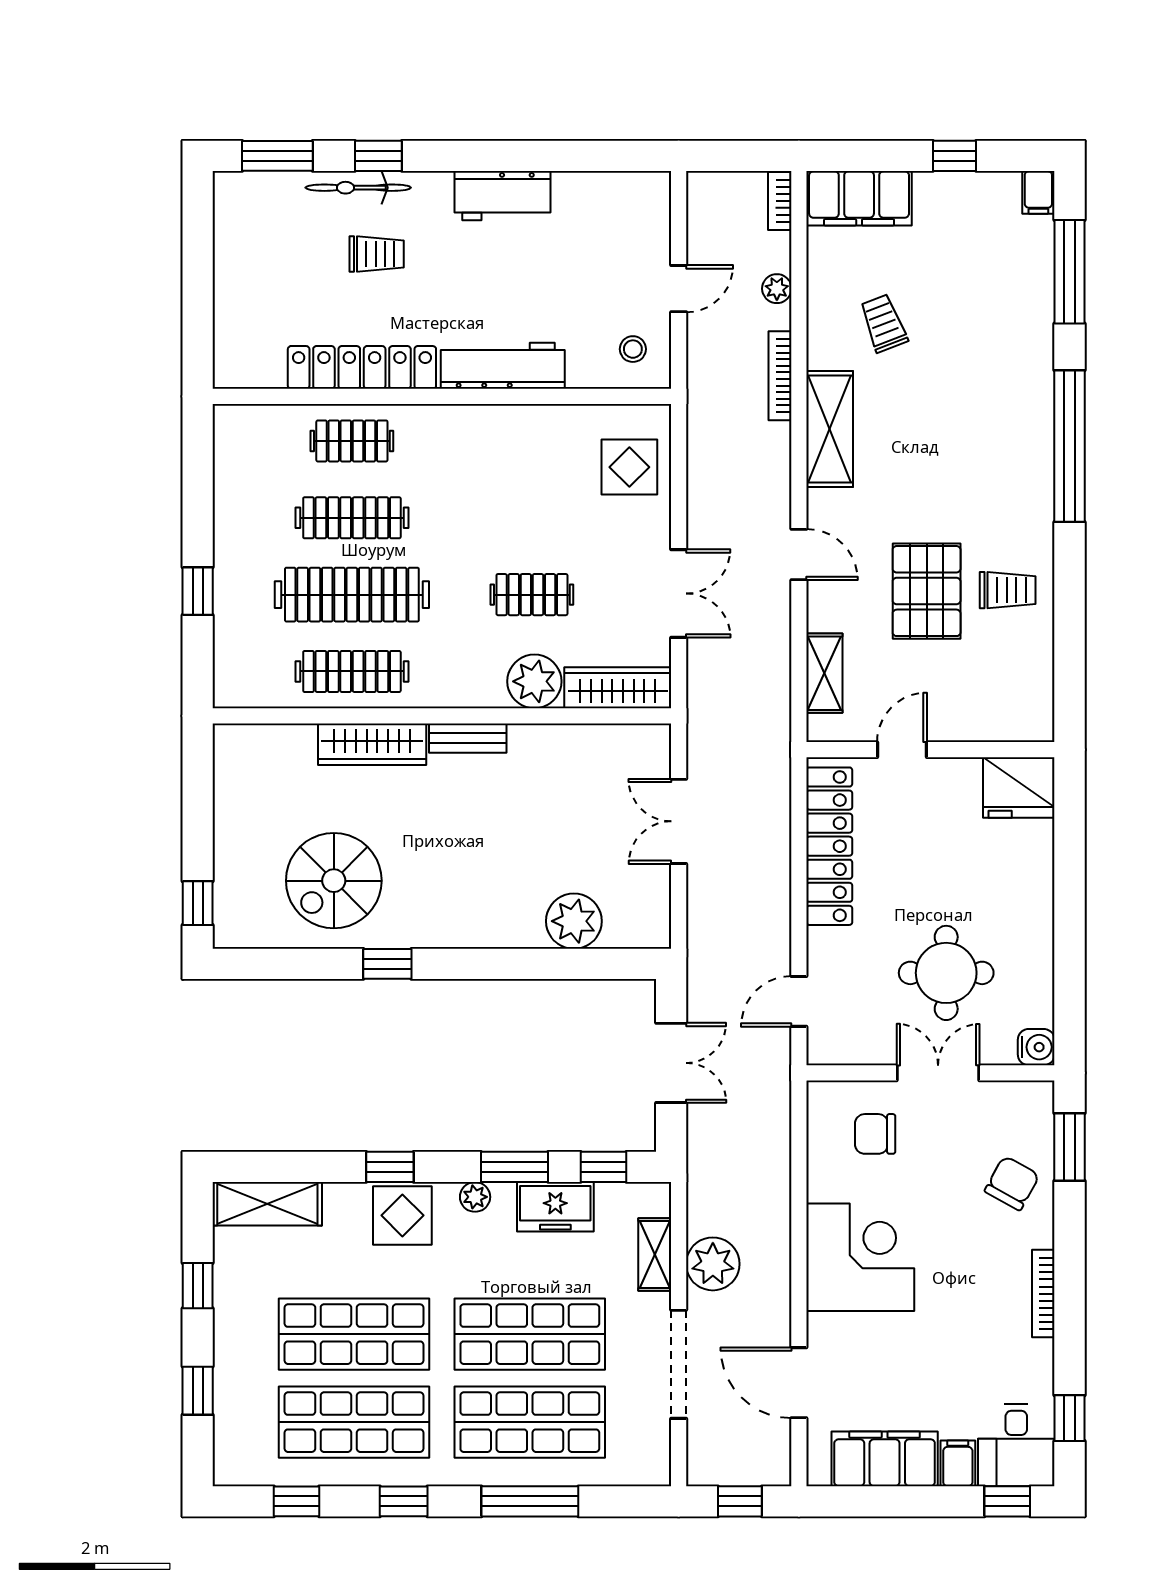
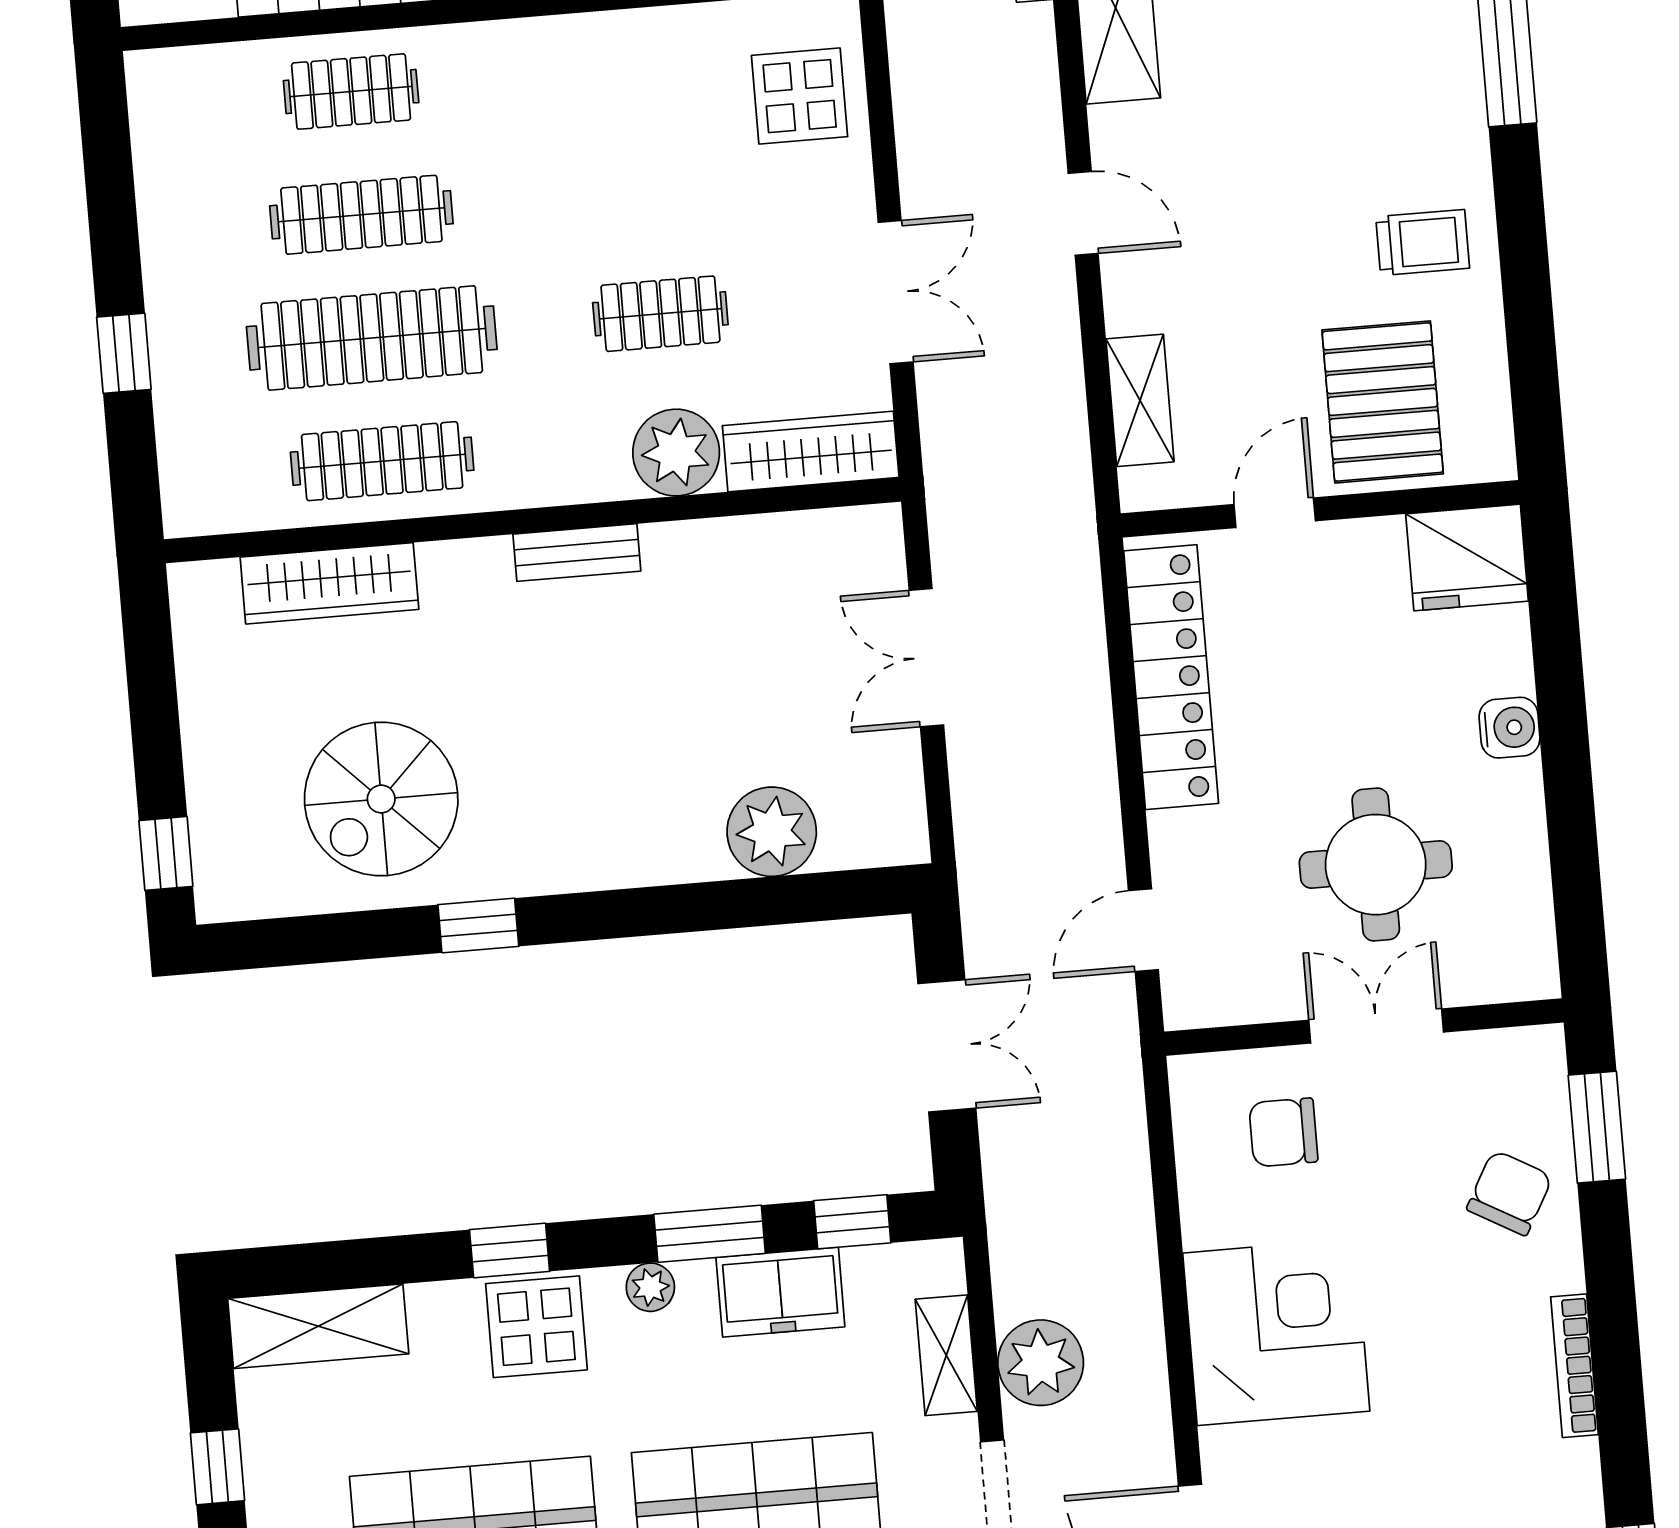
pallet: (927, 591) -> (1383, 402), moved
wardrobe: (372, 744) -> (329, 583), moved
water cooler: (1036, 1047) -> (1510, 728), moved

